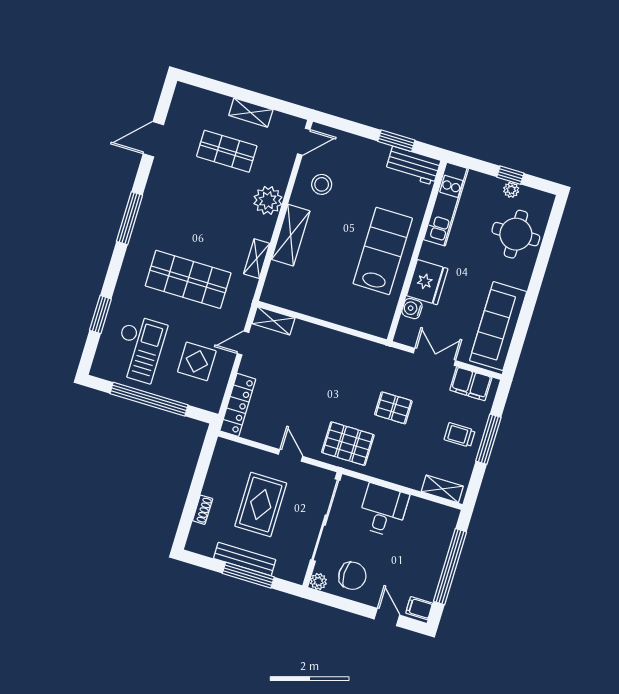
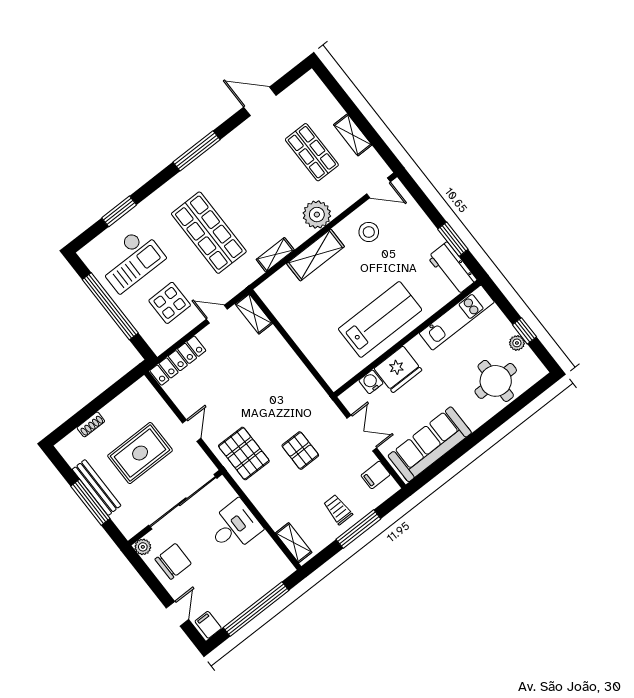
filing cabinet: (471, 384) -> (376, 475), width x0.50
chair: (352, 576) -> (173, 561), turned -90

